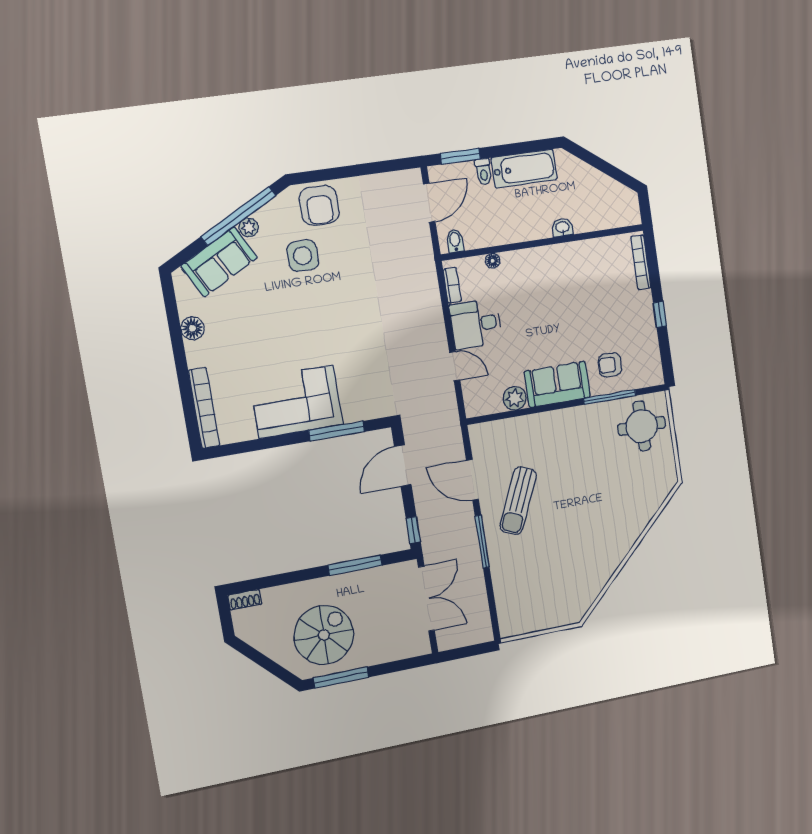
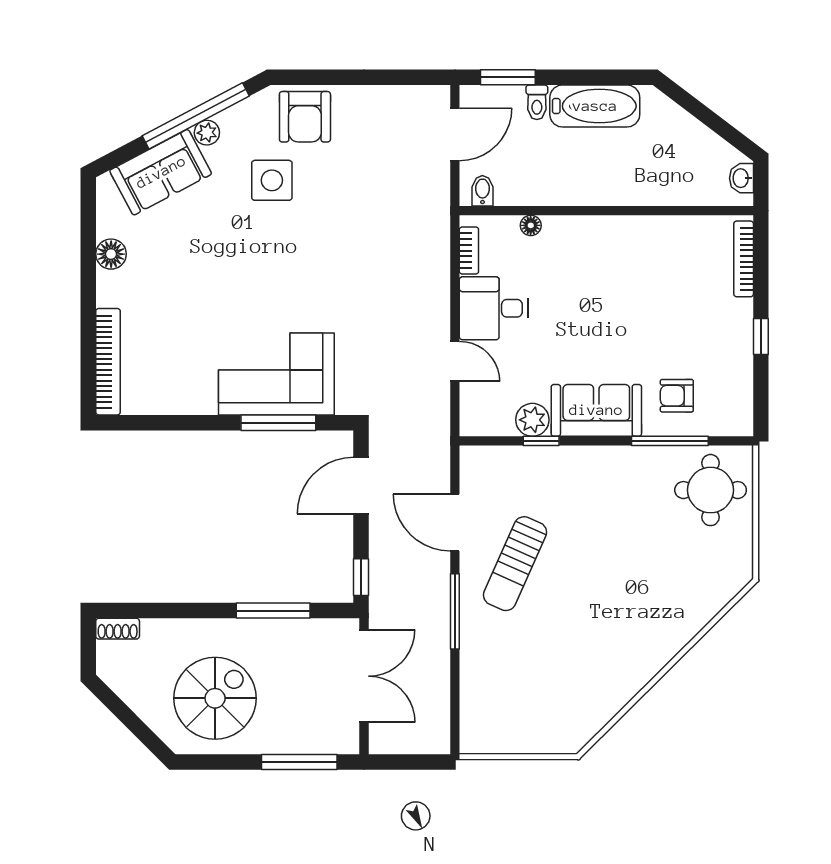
washbasin: (562, 227) -> (741, 178), moved, turned -90
corner sofa: (296, 402) -> (276, 374), moved
window: (523, 412) -> (541, 441), added
window: (341, 678) -> (299, 762), moved

